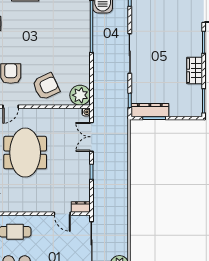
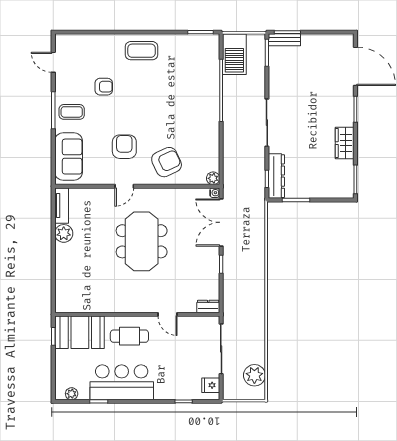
plant: (80, 95) -> (213, 178), width x0.53, depth x0.53
dresser: (150, 110) -> (276, 176), moved, turned 90
double door: (92, 137) -> (221, 222), width x1.37
door: (62, 214) -> (168, 314), moved

